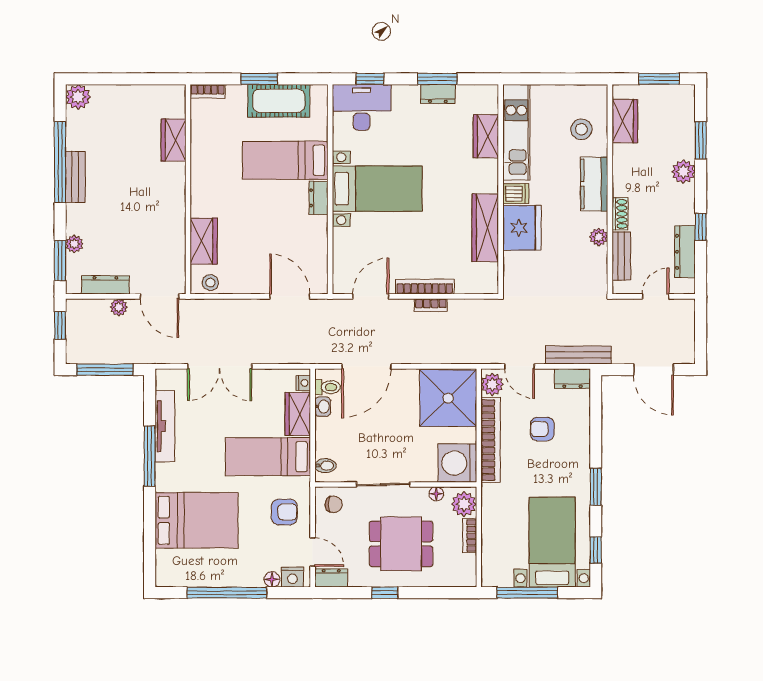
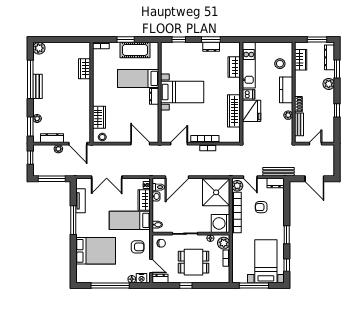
desk: (362, 107) -> (175, 53), removed
dresser: (685, 252) -> (329, 57), moved
tv unit: (165, 426) -> (80, 201), width x0.71

